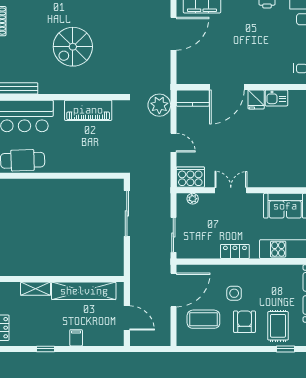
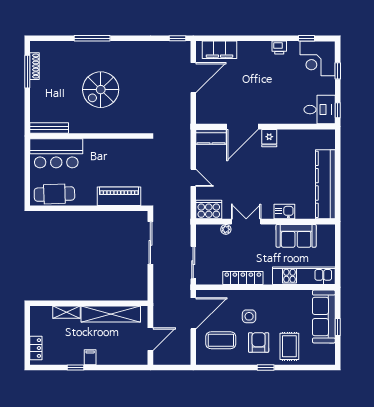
kitchen sink: (276, 98) -> (284, 212), moved, turned 180
plant: (159, 105) -> (180, 143), removed
piano: (88, 110) -> (119, 196), moved, turned 180
plant: (193, 199) -> (226, 229), moved
locker: (235, 251) -> (243, 278), width x1.53
door: (127, 318) -> (150, 339), hinge flipped
filing cabinet: (76, 338) -> (90, 357), moved
window: (286, 349) -> (266, 368), moved

